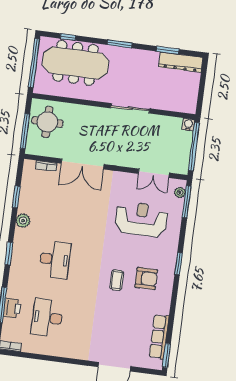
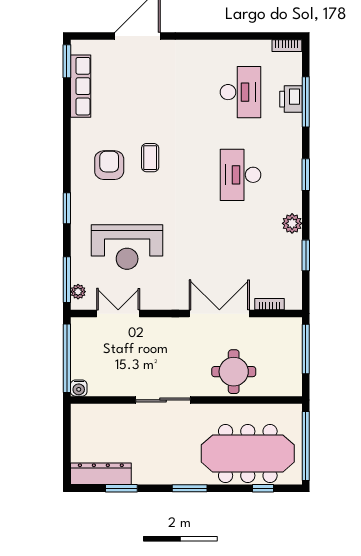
round table: (47, 122) -> (234, 372), moved
window: (179, 264) -> (67, 208), moved
armchair: (146, 279) -> (109, 165), turned 90

